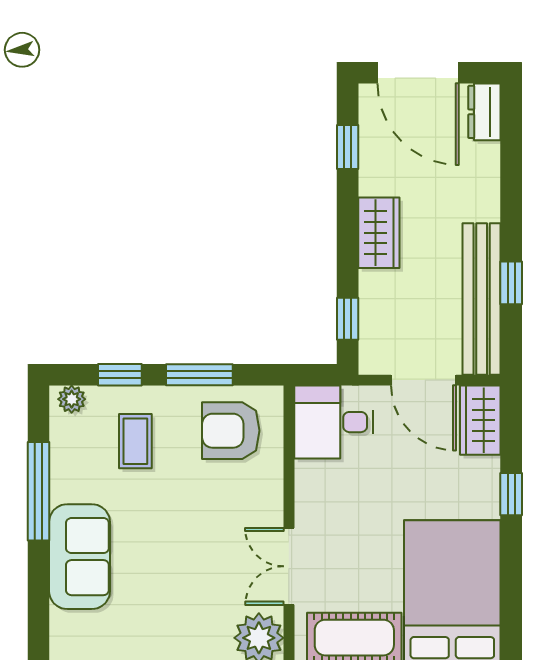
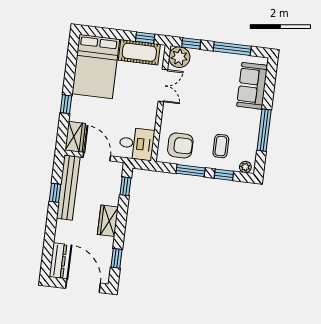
dresser: (484, 112) -> (58, 261), width x1.44
sofa: (80, 557) -> (252, 86), moved

